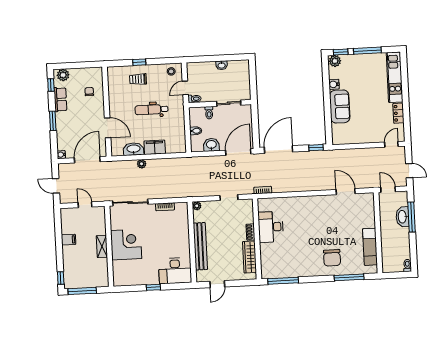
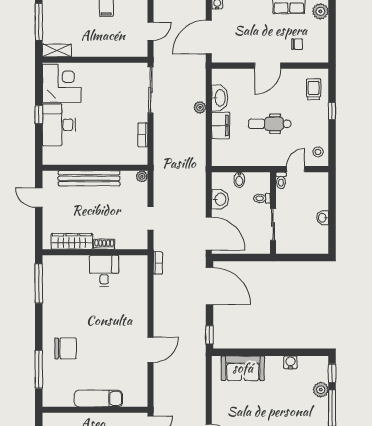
plant: (335, 61) -> (321, 390), moved
trolley: (138, 79) -> (314, 89), moved
door: (185, 88) -> (296, 169), hinge flipped
sofa: (340, 106) -> (243, 368), moved
dental chair: (151, 110) -> (270, 124), turned -90
door: (108, 128) -> (268, 66), moved
door: (87, 160) -> (209, 37), swing flipped
door: (346, 192) -> (150, 350), moved
desk: (271, 227) -> (104, 271), width x0.73
corner desk: (126, 244) -> (62, 83), moved, turned -90
shelving: (102, 246) -> (57, 50), moved
exam couch: (370, 247) -> (98, 398), moved
chair: (332, 258) -> (65, 348), turned 180
desk: (175, 271) -> (59, 125), moved

